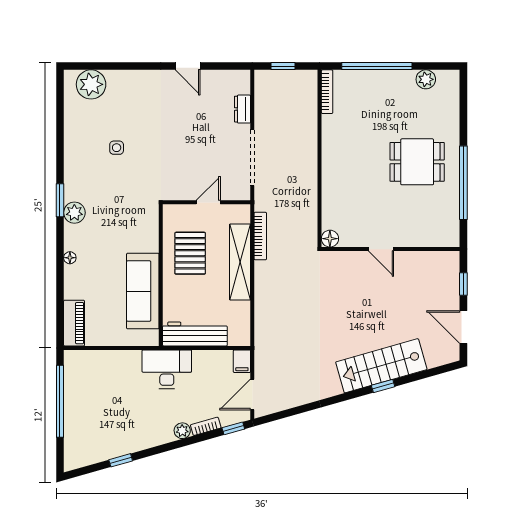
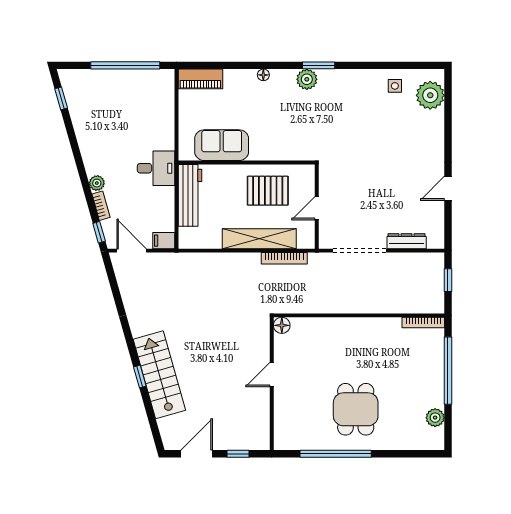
dresser: (243, 109) -> (407, 241), width x1.44
side table: (117, 148) -> (395, 86), moved
door: (208, 202) -> (317, 208), swing flipped
sofa: (143, 291) -> (222, 145), width x0.73
desk: (167, 369) -> (156, 168), width x0.73
window: (121, 460) -> (61, 98), moved

